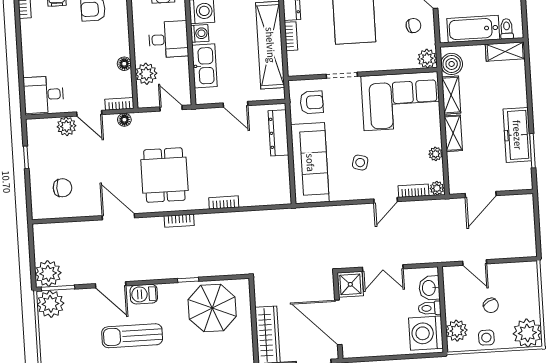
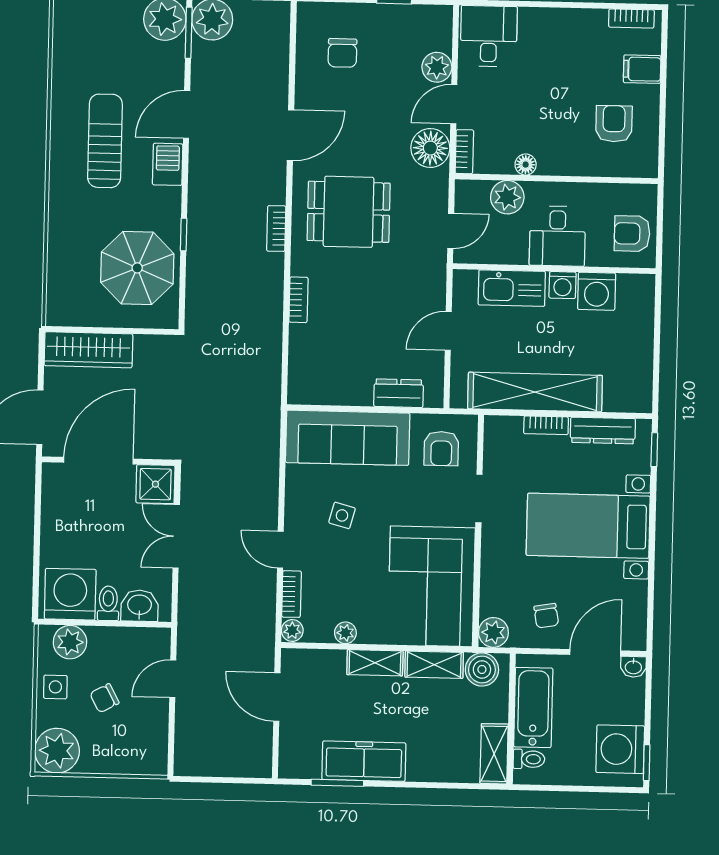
floor lamp: (124, 120) -> (430, 148), width x1.89, depth x1.89
dresser: (278, 133) -> (399, 393), width x0.70

